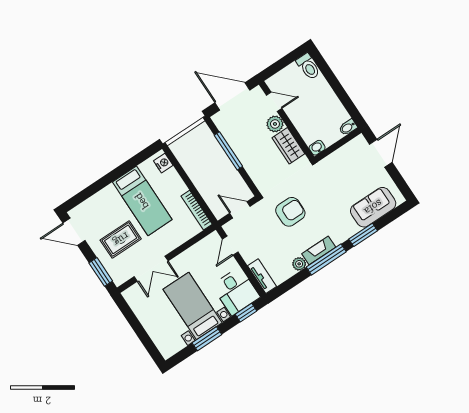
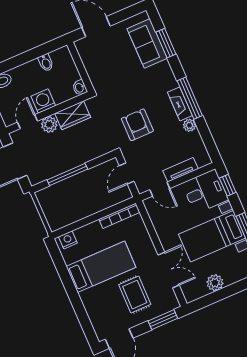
washing machine: (297, 114) -> (43, 101), added
bidet: (348, 127) -> (46, 63), moved
window: (363, 235) -> (166, 43), moved
tv unit: (262, 276) -> (181, 170), moved
plant: (147, 317) -> (215, 283), added

